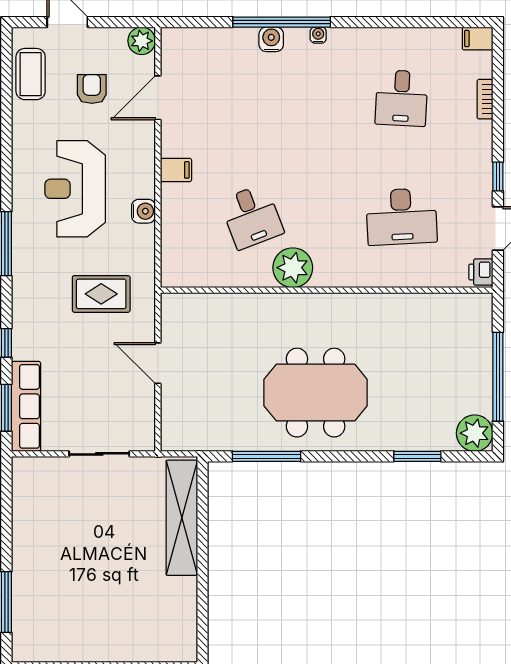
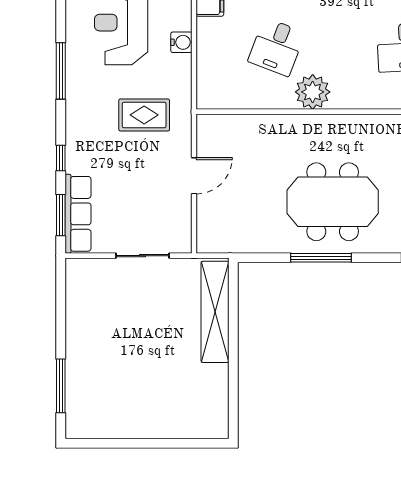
desk: (252, 217) -> (276, 47), turned 42
door: (158, 363) -> (194, 176), swing flipped
window: (266, 456) -> (321, 258), moved

